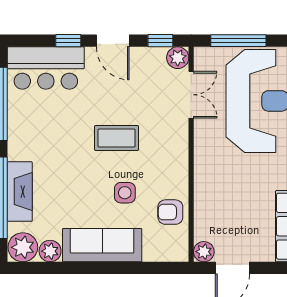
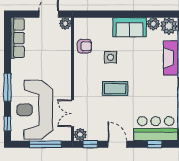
window: (68, 41) -> (155, 144), moved
sofa: (102, 245) -> (129, 27), width x0.73

